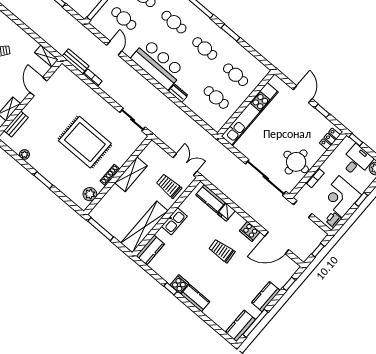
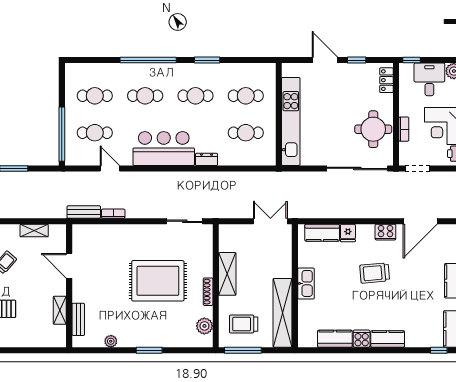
shelving: (46, 56) -> (34, 231), moved
trolley: (169, 186) -> (244, 324), moved
kitchen counter: (150, 250) -> (335, 339), moved, turned -90
window: (170, 289) -> (439, 350), moved

